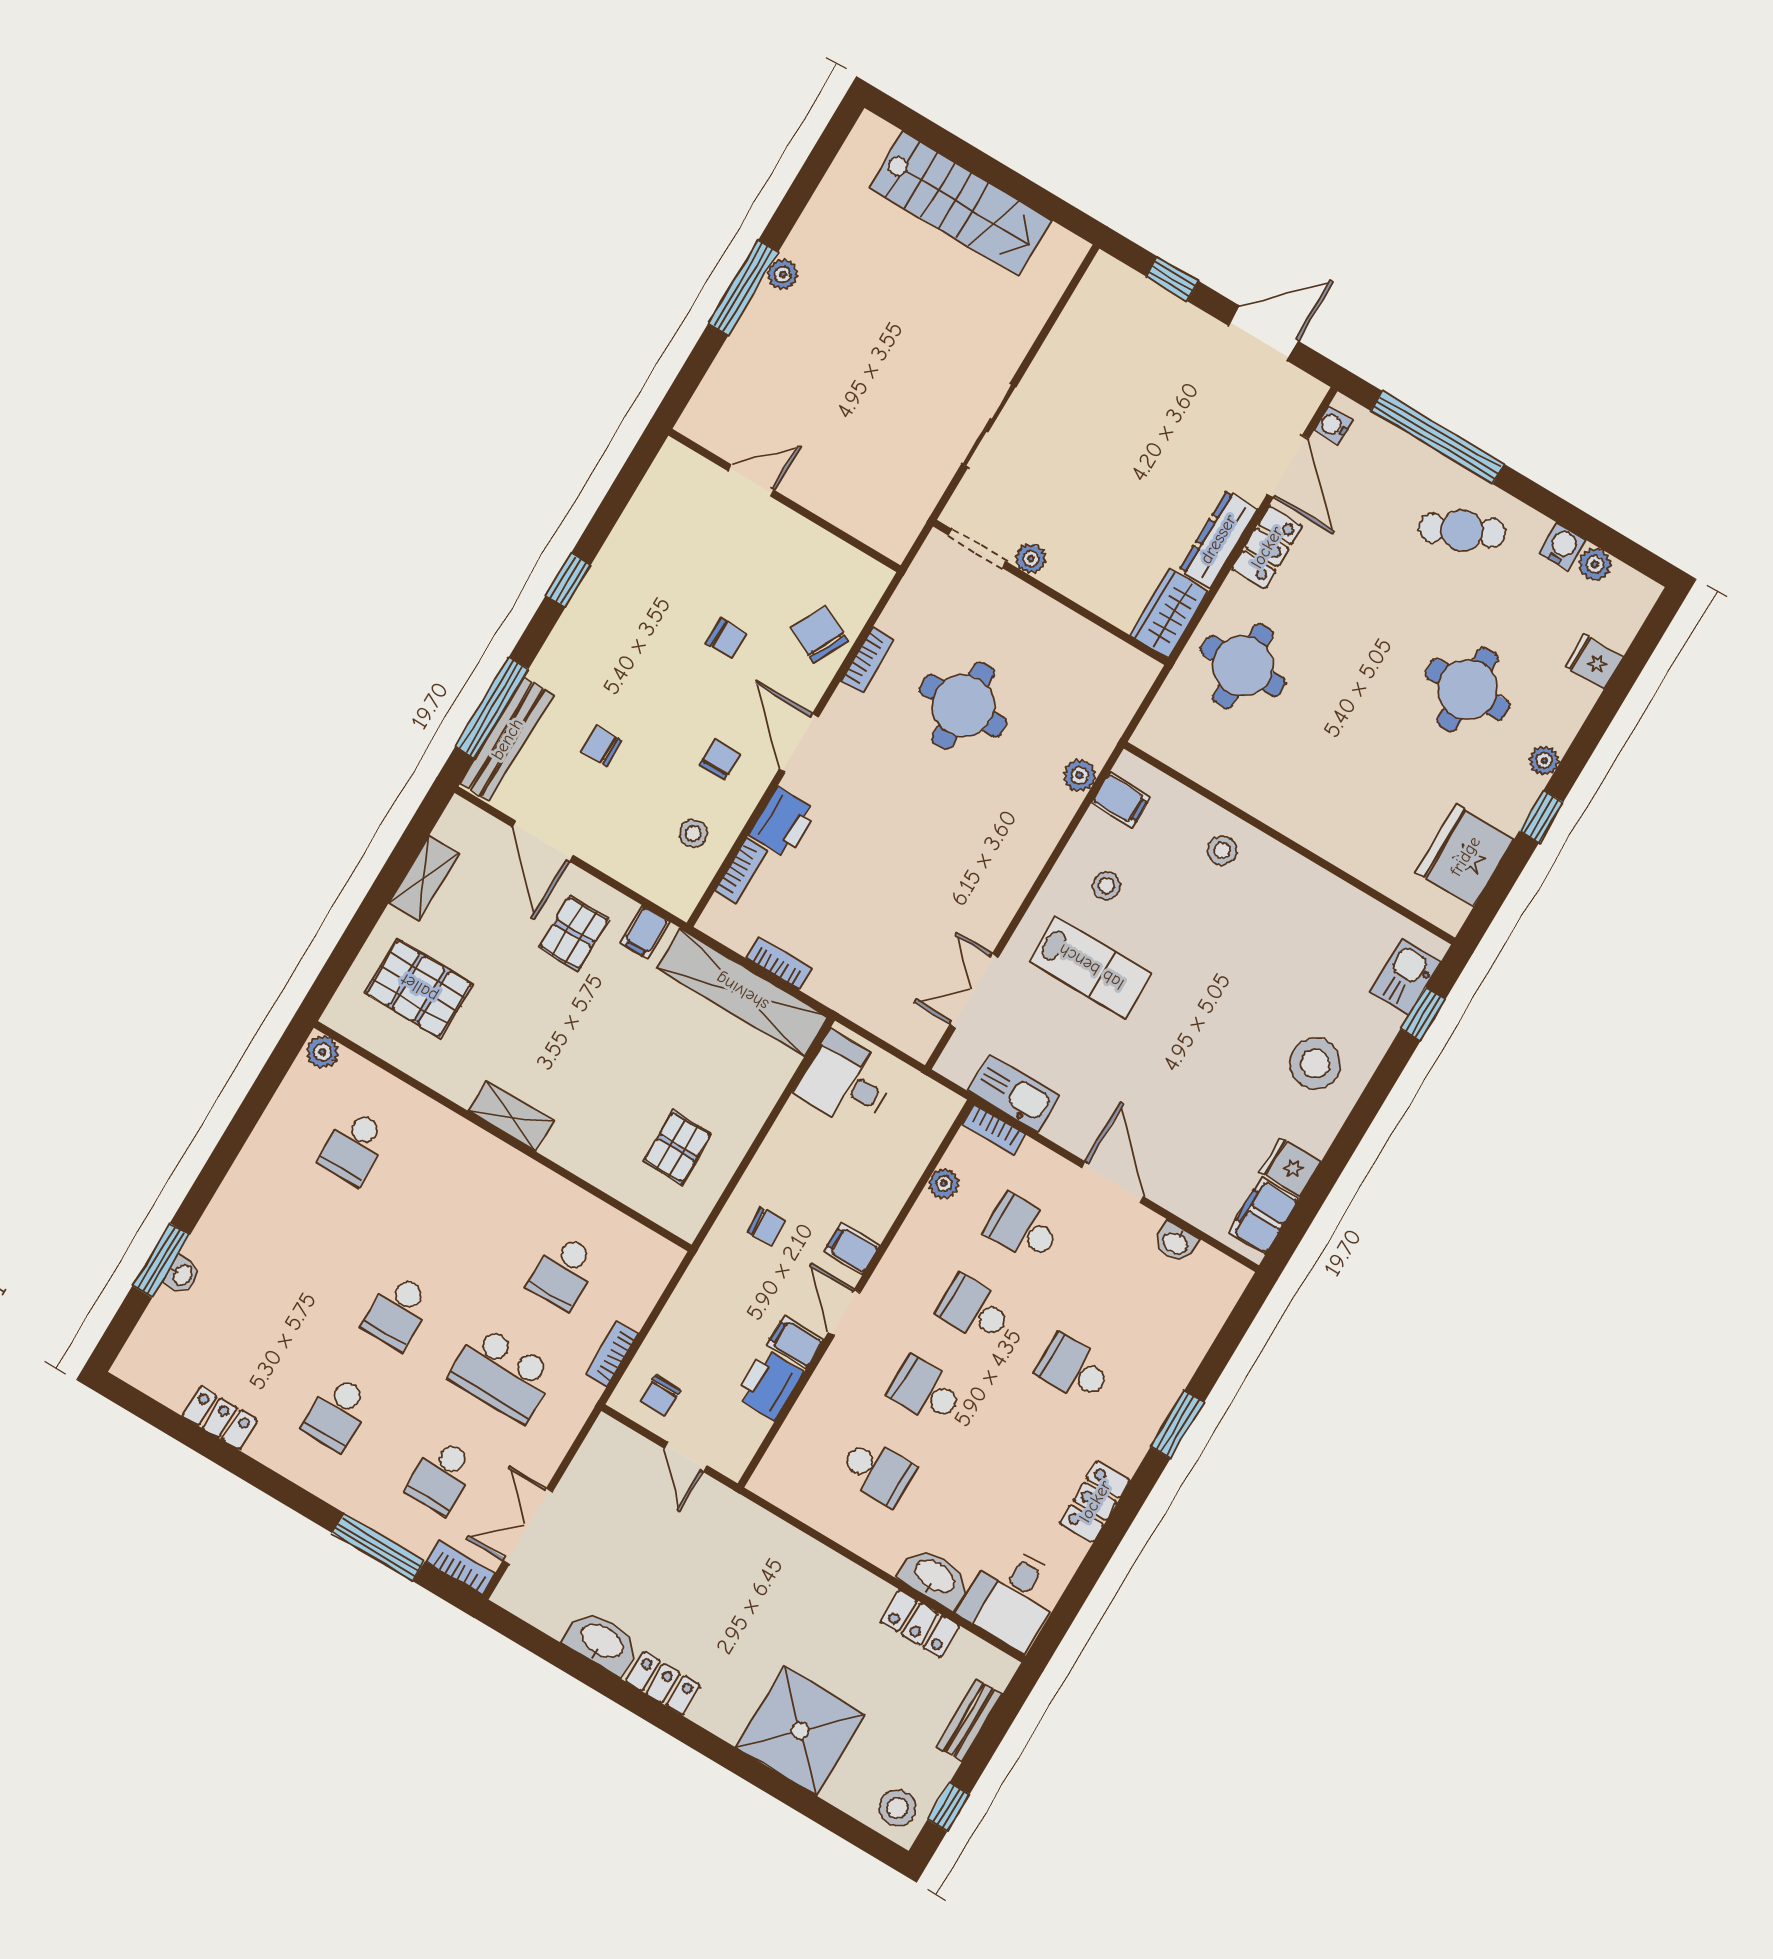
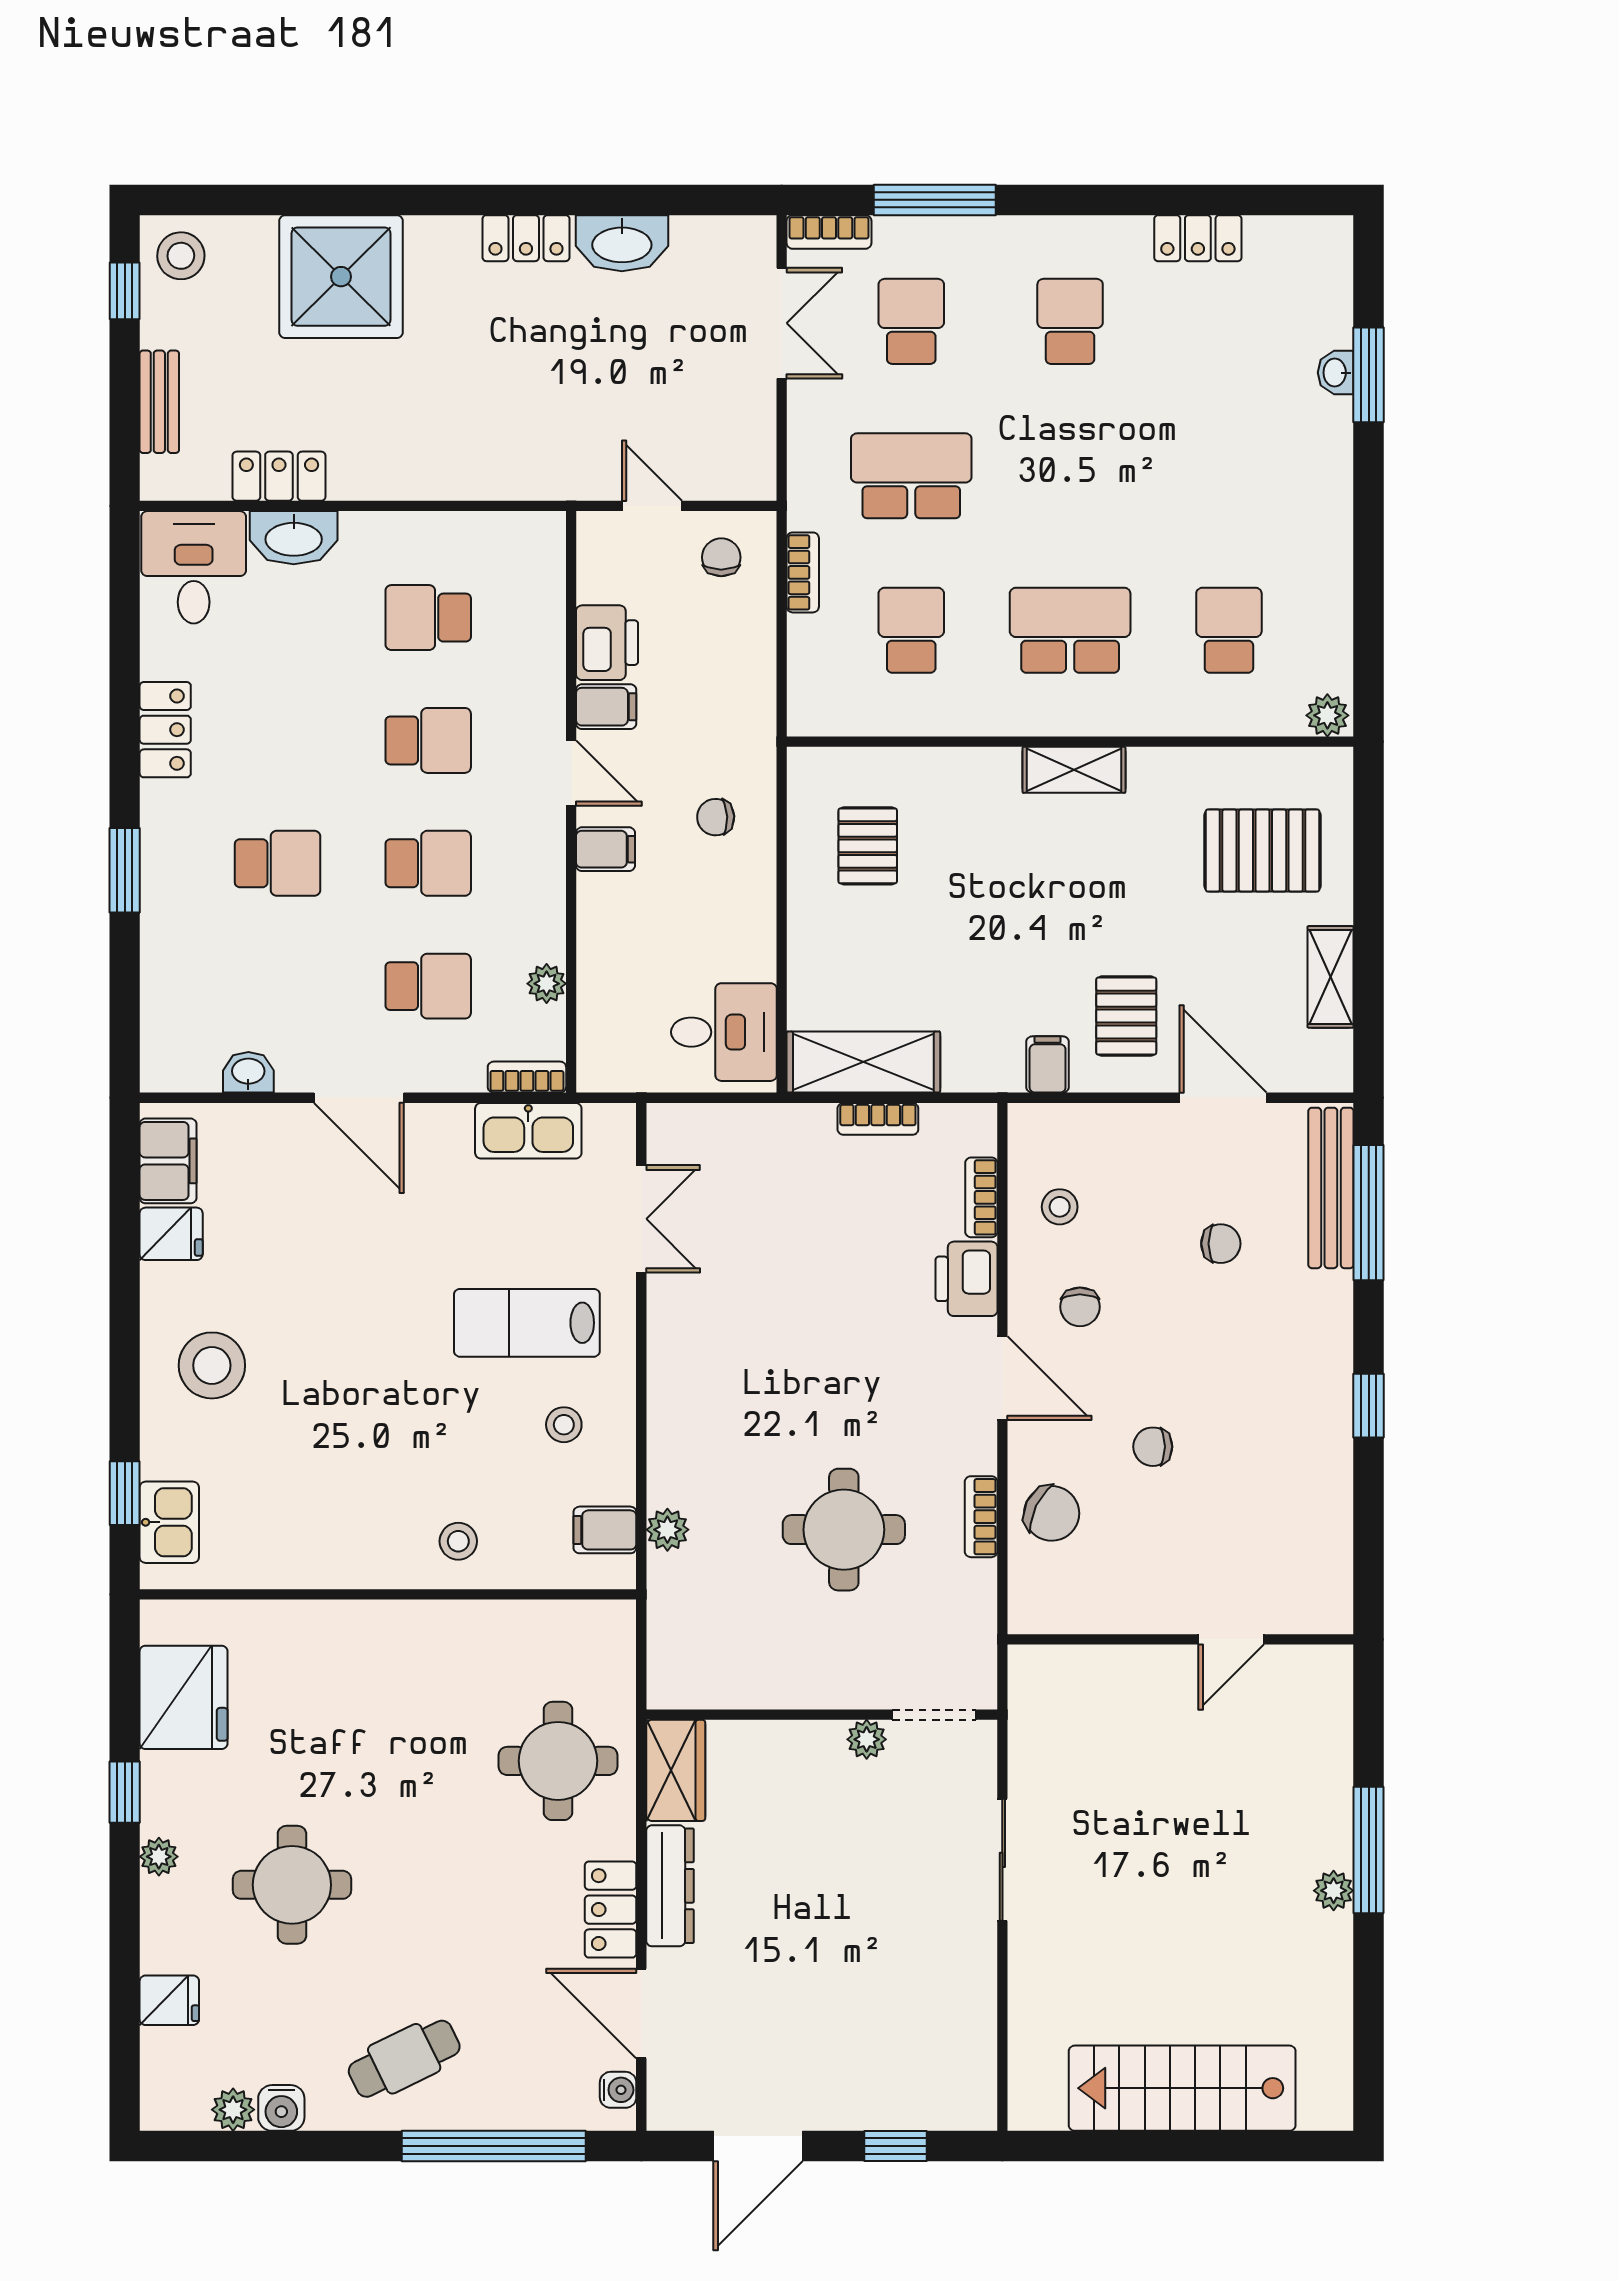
shelving: (742, 992) -> (863, 1062), width x0.68
school desk: (398, 1312) -> (1070, 630), moved, width x1.85

